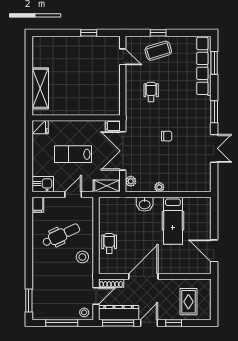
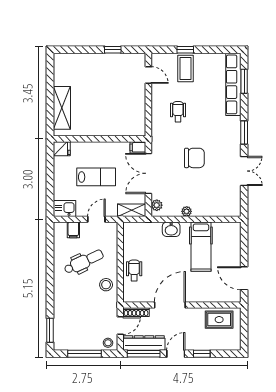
coffee table: (158, 51) -> (186, 69), turned -73
chair: (167, 136) -> (194, 158), width x1.87, depth x1.87
lab bench: (73, 154) -> (96, 177), turned 180
filing cabinet: (38, 205) -> (73, 230), moved
rug: (188, 302) -> (219, 320), moved, turned 90

